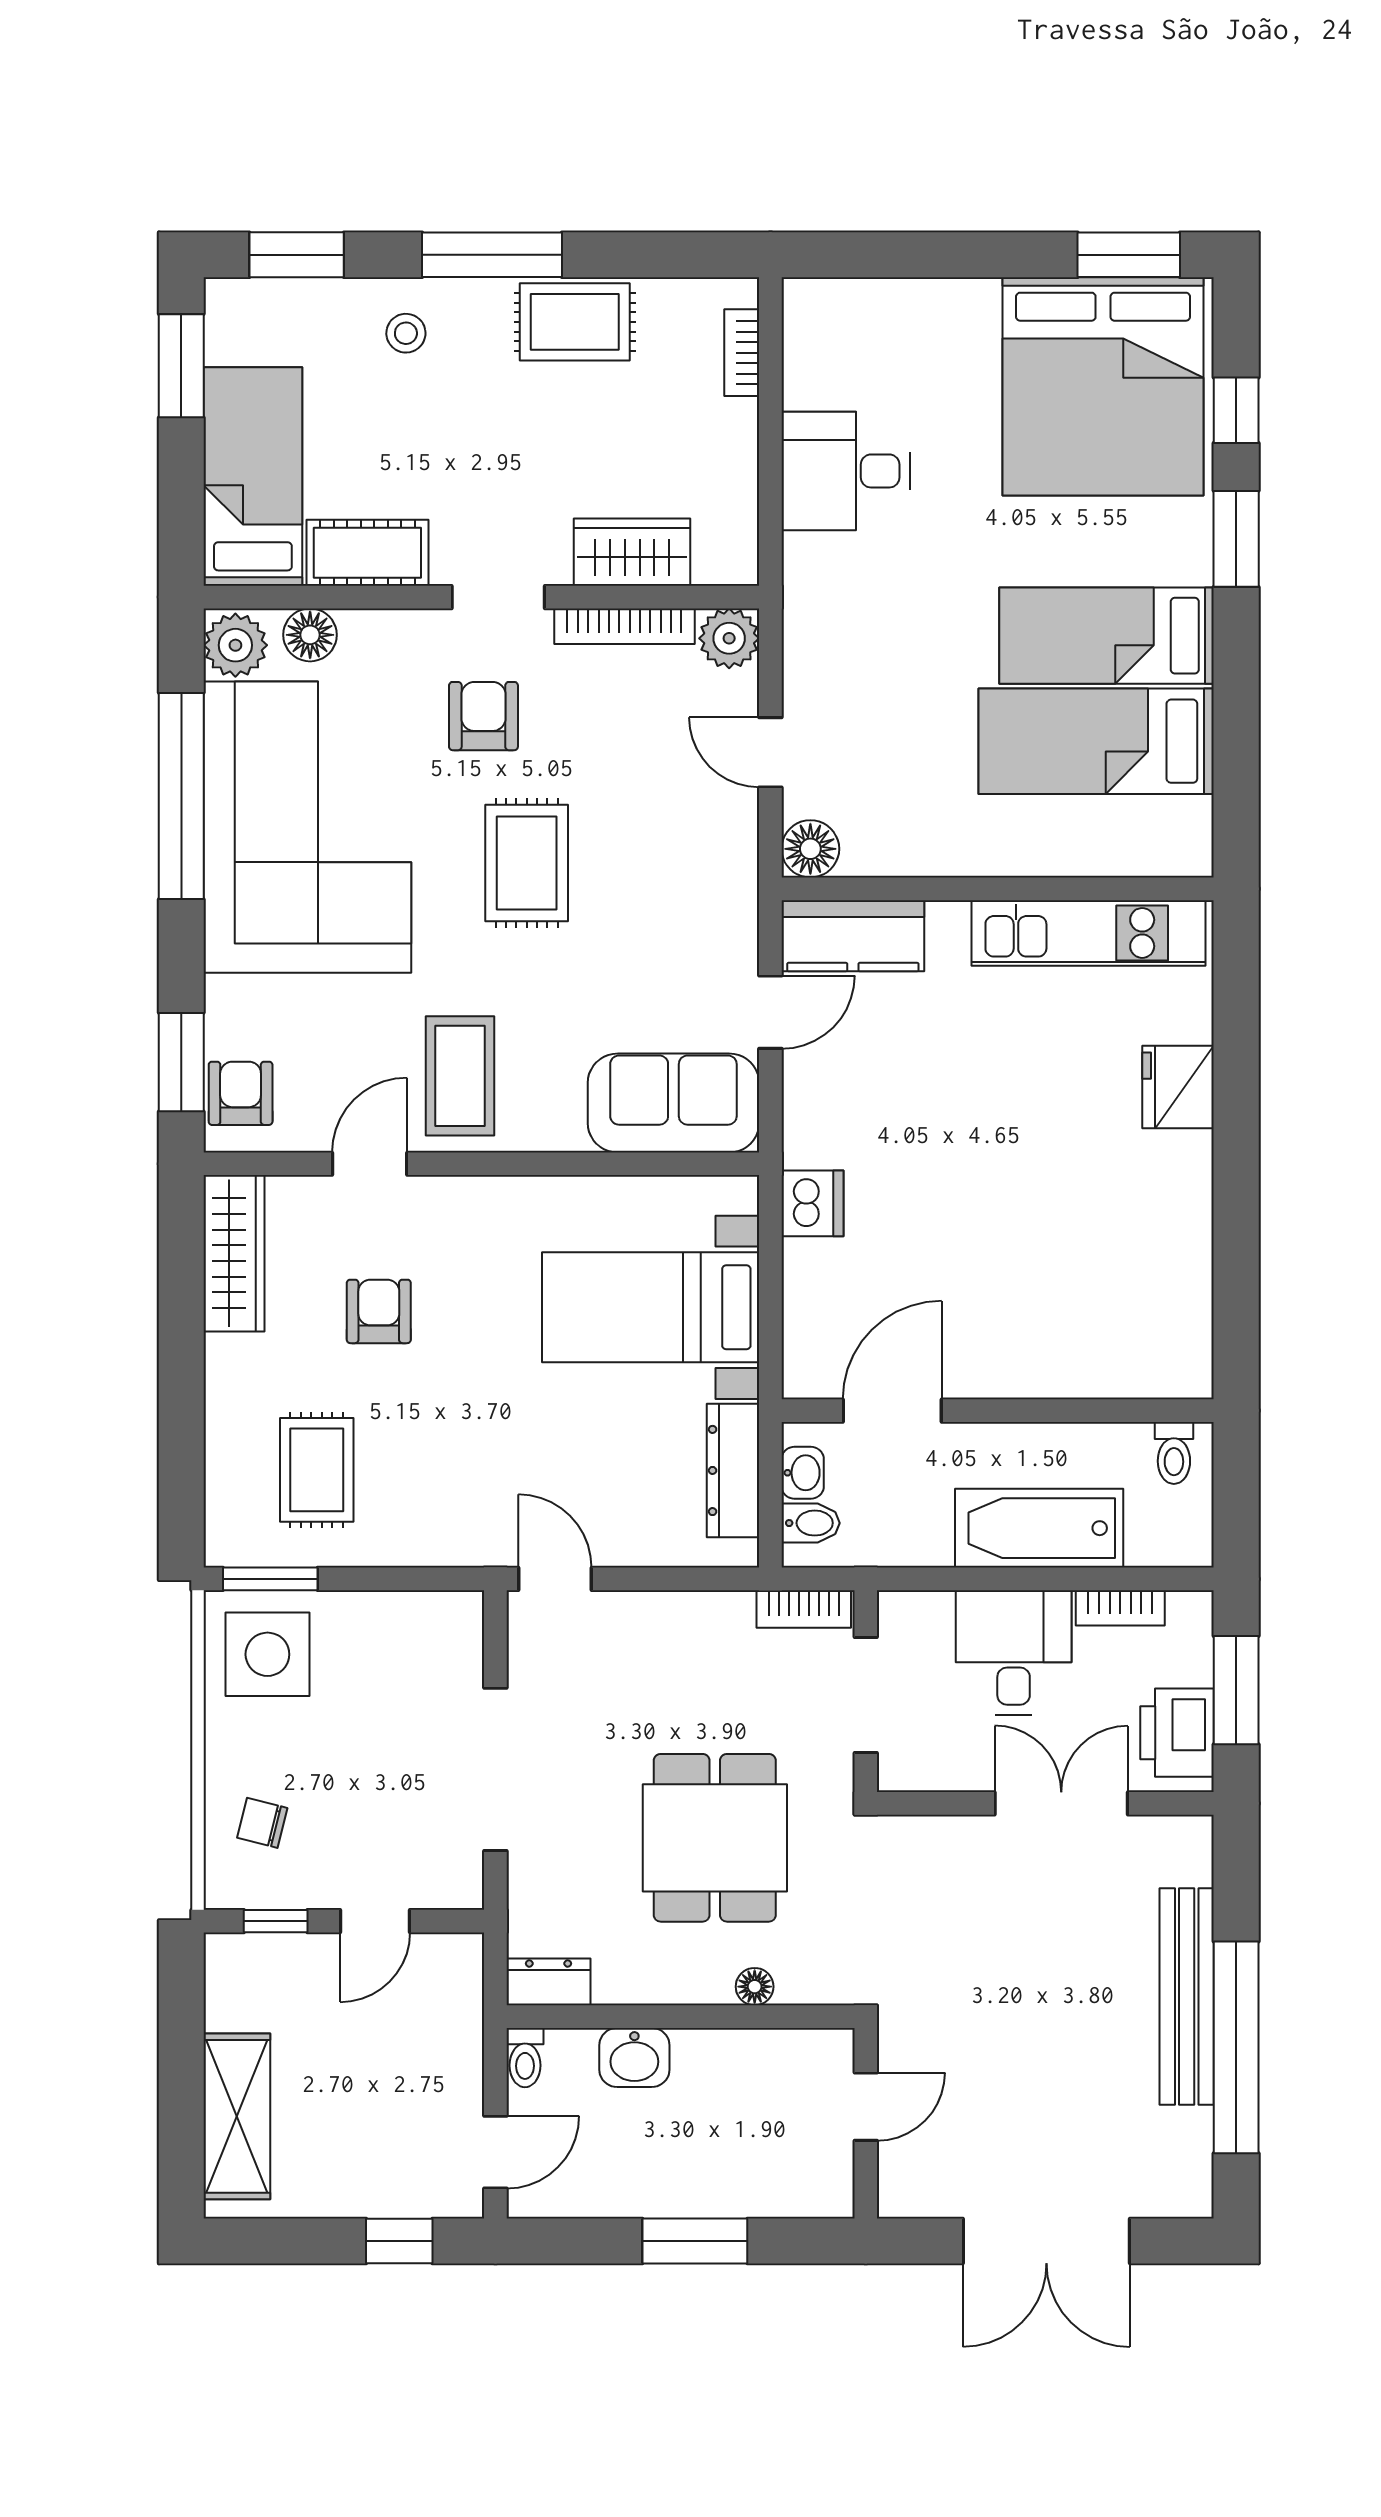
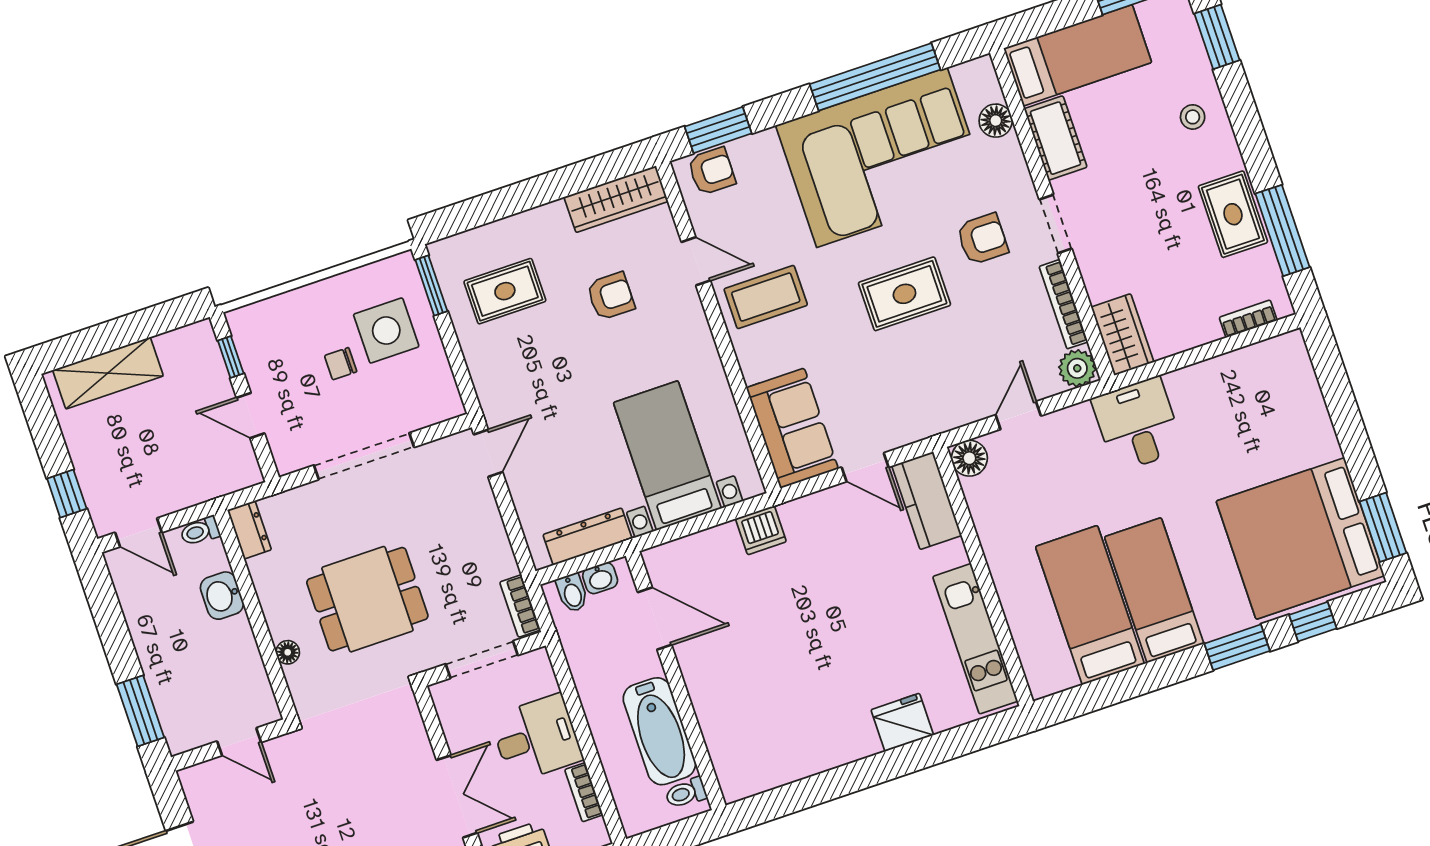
window: (492, 255) -> (1283, 230), moved
desk: (846, 471) -> (1138, 424), moved
wardrobe: (632, 552) -> (1122, 335), moved
plant: (235, 645) -> (975, 79), removed
bathtub: (1039, 1528) -> (659, 731), moved, turned 180
side table: (267, 1654) -> (386, 331), moved
chair: (262, 1823) -> (341, 364), moved, turned -104
window: (695, 2241) -> (140, 711), moved

